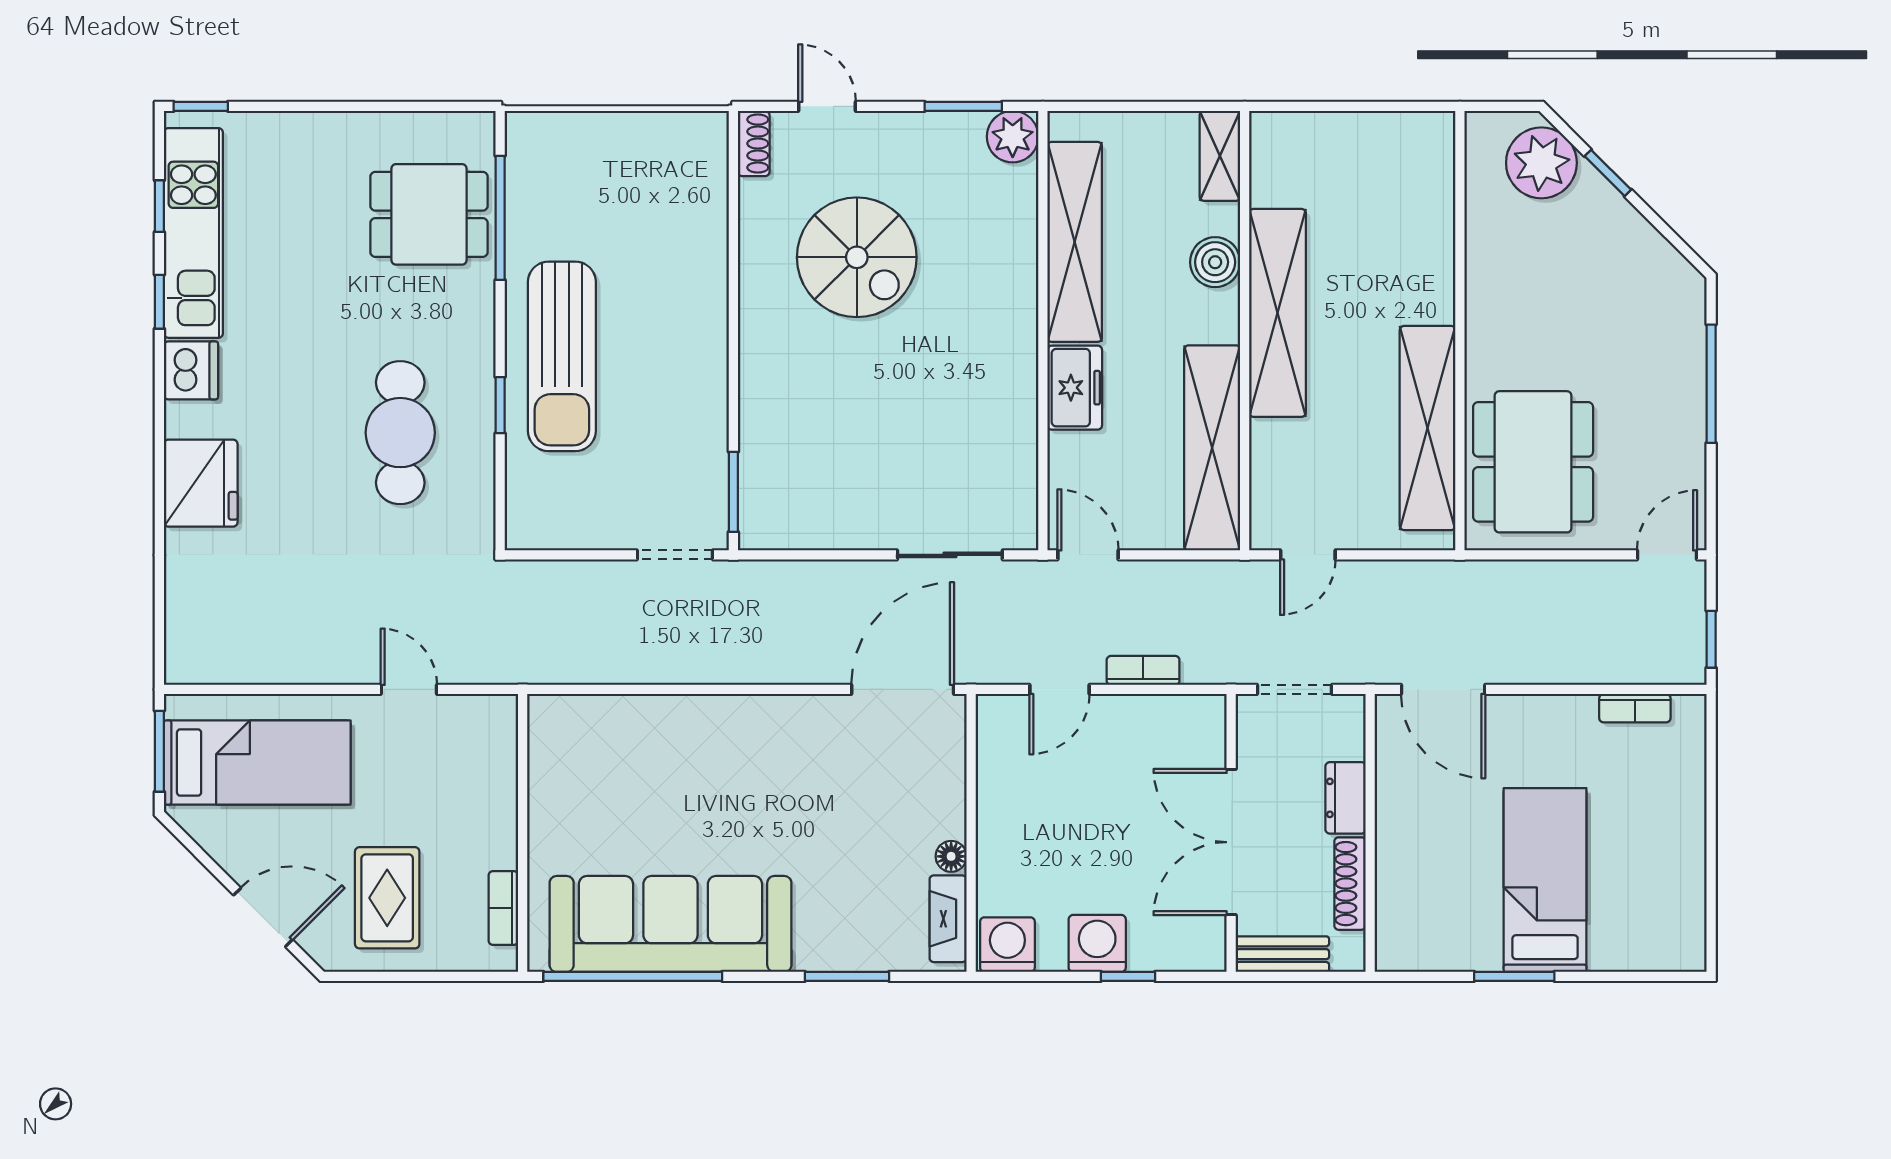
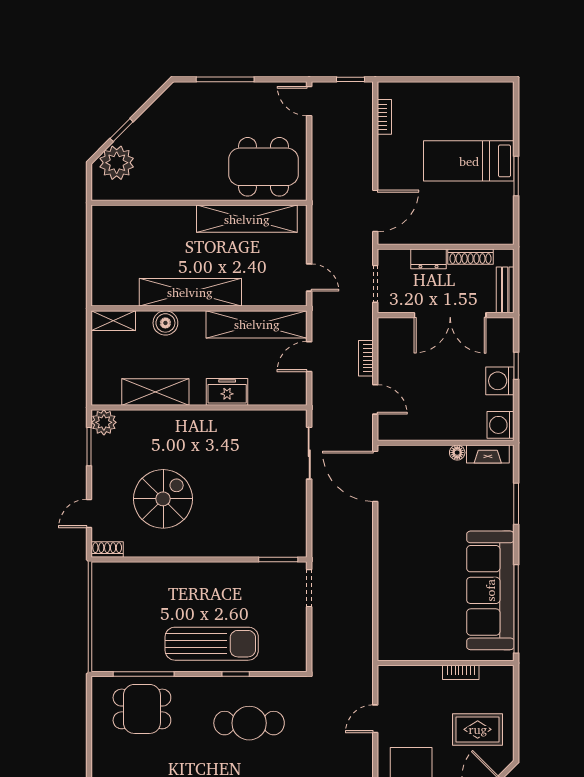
dining table: (429, 214) -> (142, 709), turned 90
shelving: (1075, 242) -> (155, 392), width x0.68
door: (1088, 555) -> (309, 357), moved
bookcase: (503, 908) -> (461, 672), moved

